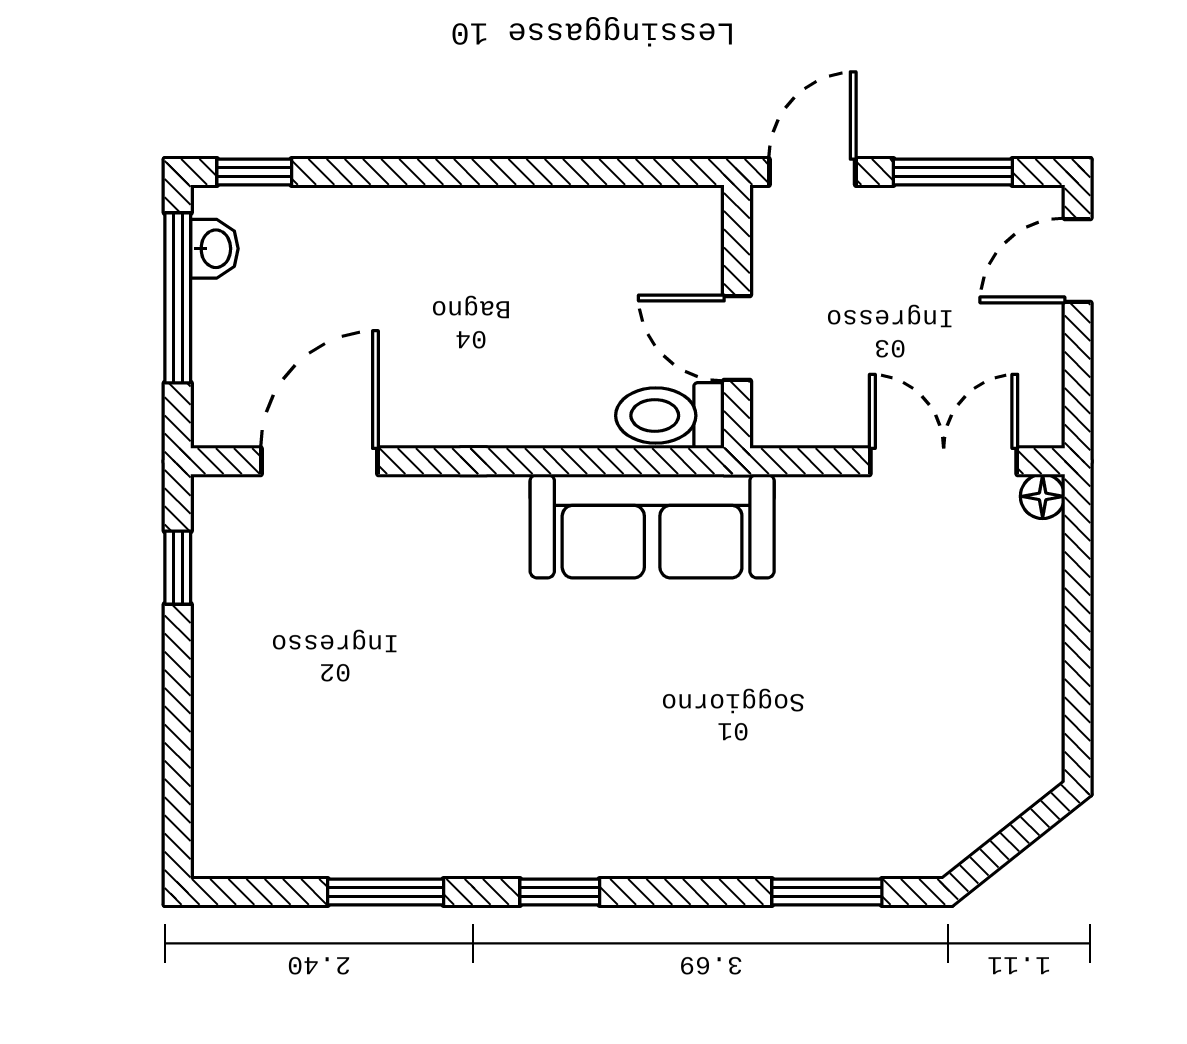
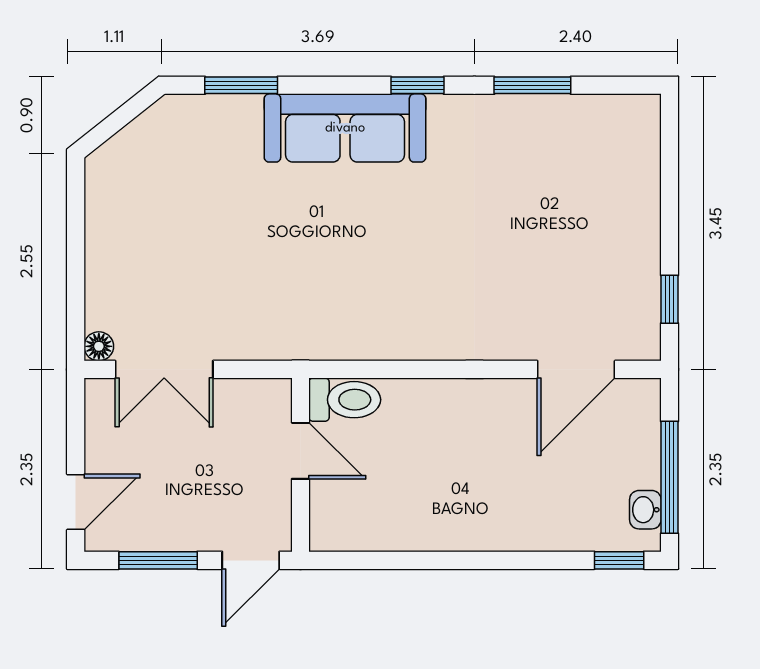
sofa: (652, 526) -> (345, 128), moved, turned 180

